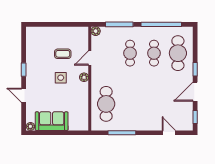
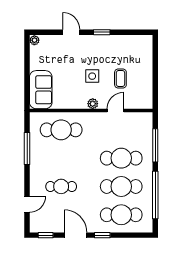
plant: (96, 31) -> (147, 117), removed
cafe table: (130, 53) -> (121, 158), width x1.37, depth x1.35
cafe table: (154, 53) -> (121, 186), width x1.37, depth x1.35
door: (90, 58) -> (115, 110), hinge flipped
door: (24, 95) -> (71, 32), hinge flipped
cafe table: (154, 104) -> (61, 186), added
sofa: (52, 121) -> (41, 90), moved

